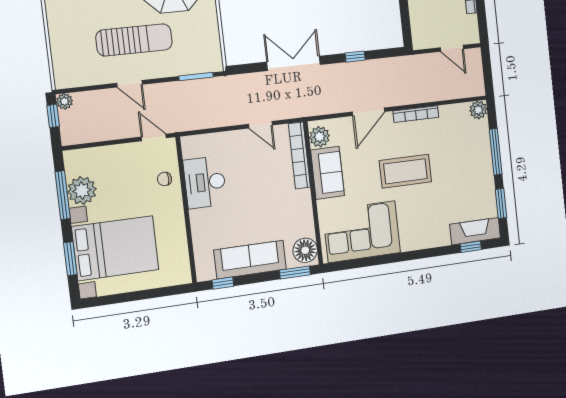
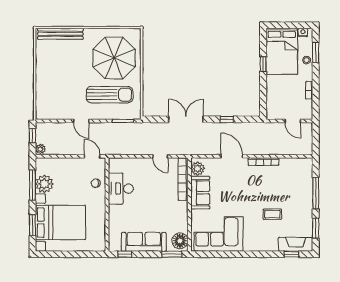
sun lounger: (134, 40) -> (110, 95), moved
plant: (65, 101) -> (40, 149), moved
plant: (478, 110) -> (307, 164), removed
door: (368, 112) -> (232, 156), swing flipped
coffee table: (405, 171) -> (272, 214), moved, width x0.54, depth x0.58

